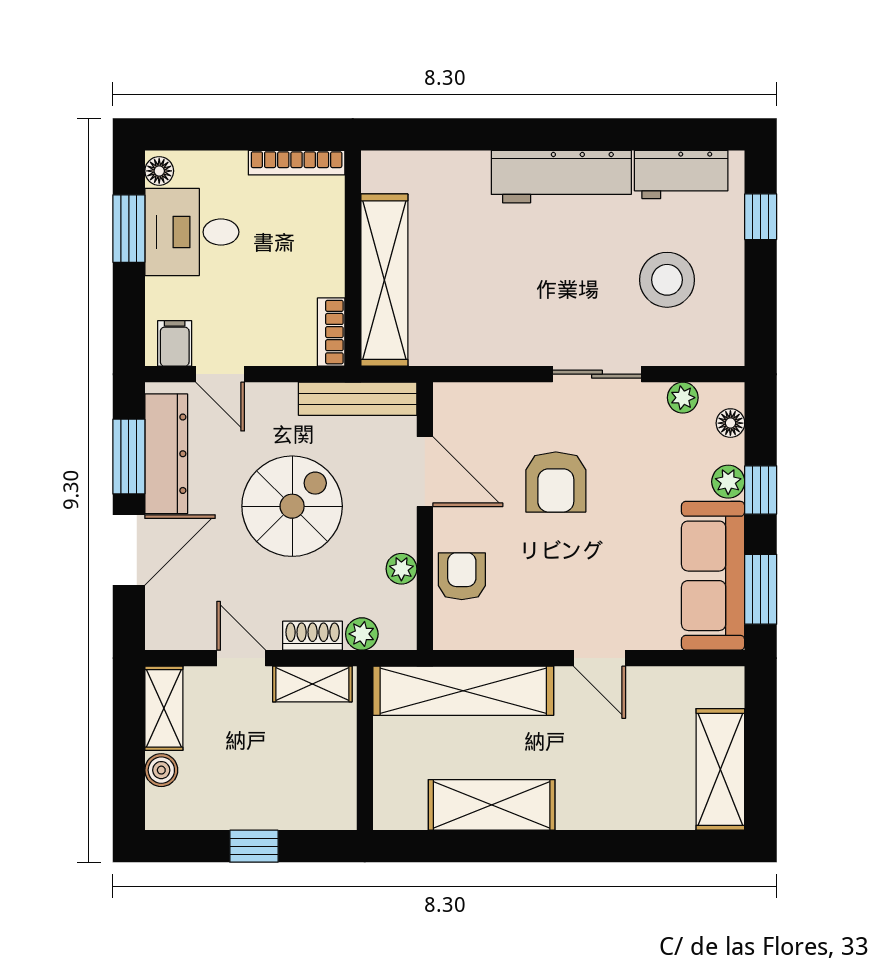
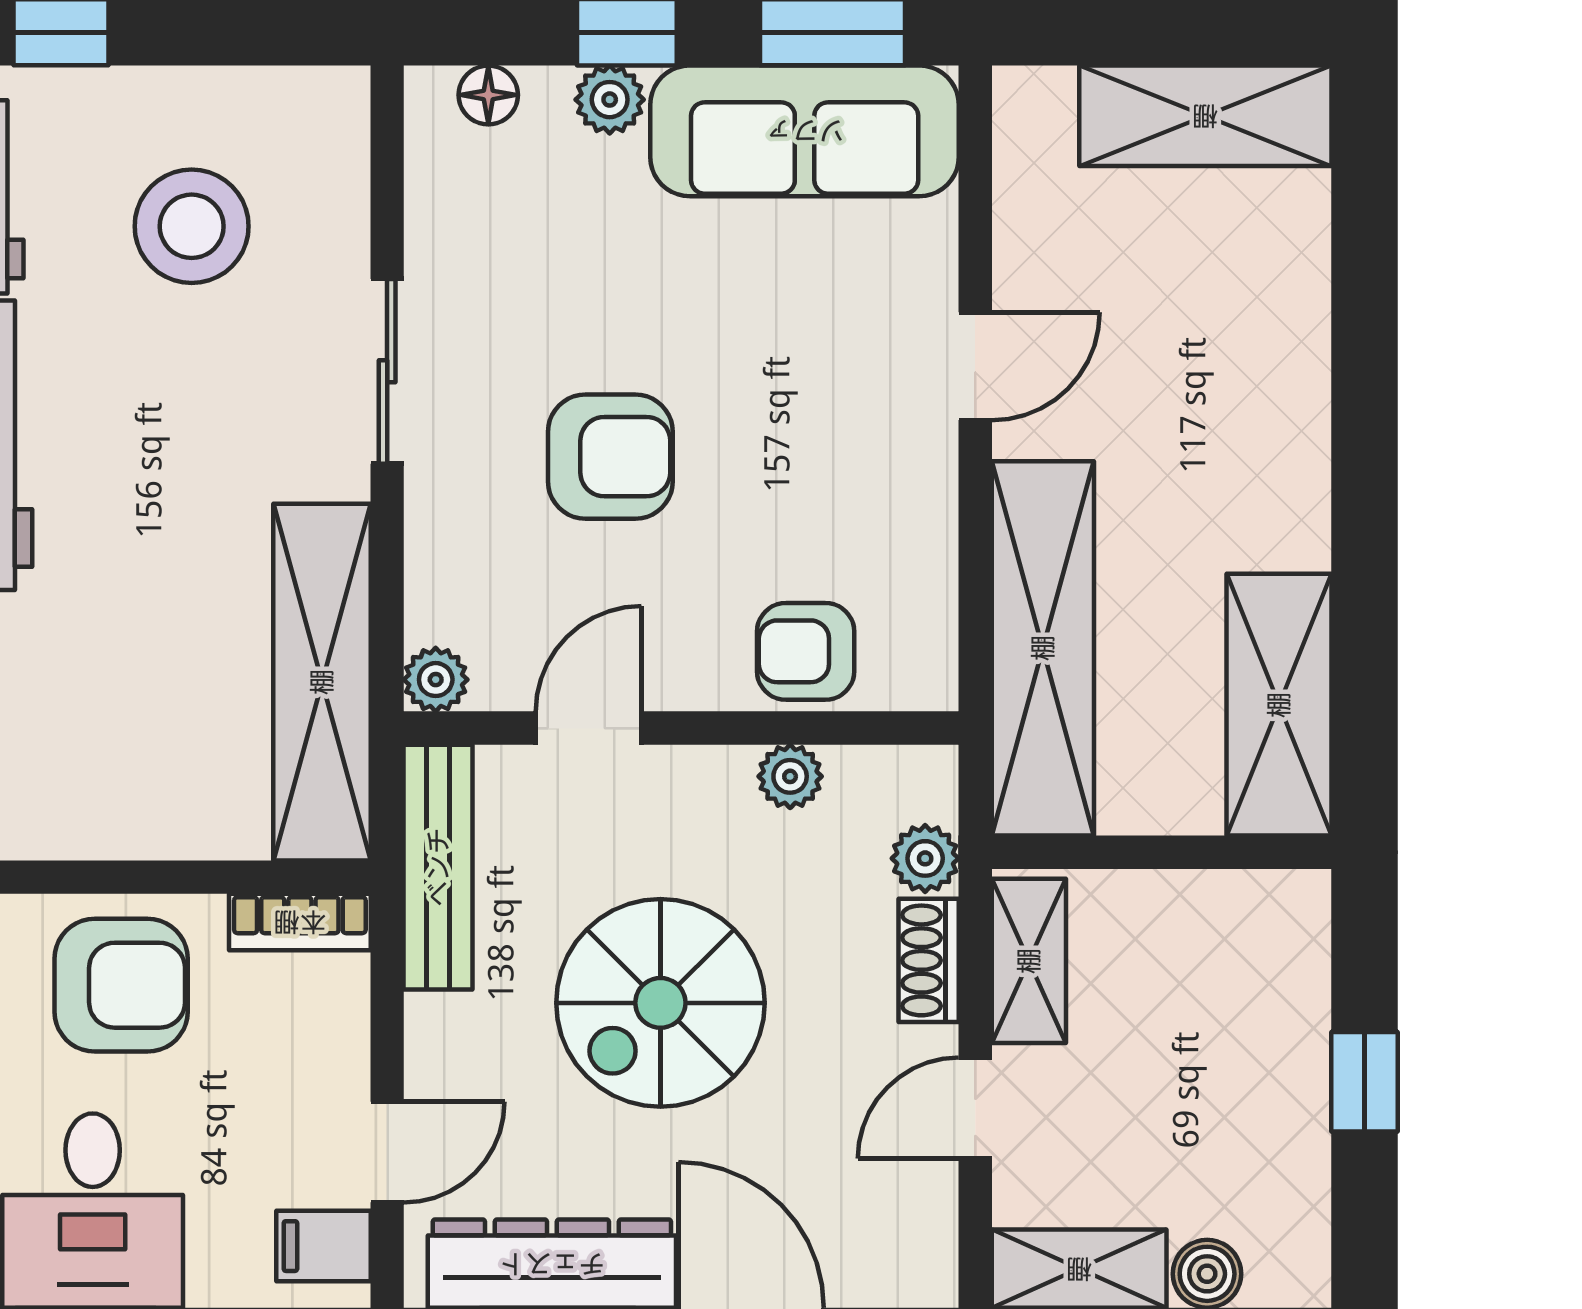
armchair: (301, 246) -> (121, 985), added
shelving: (384, 280) -> (322, 682), moved, turned 90
plant: (683, 398) -> (436, 680), moved
door: (425, 472) -> (589, 728), width x0.73
spiral stairs: (292, 506) -> (660, 1003), turned -90
shelving: (492, 805) -> (1279, 705), moved

